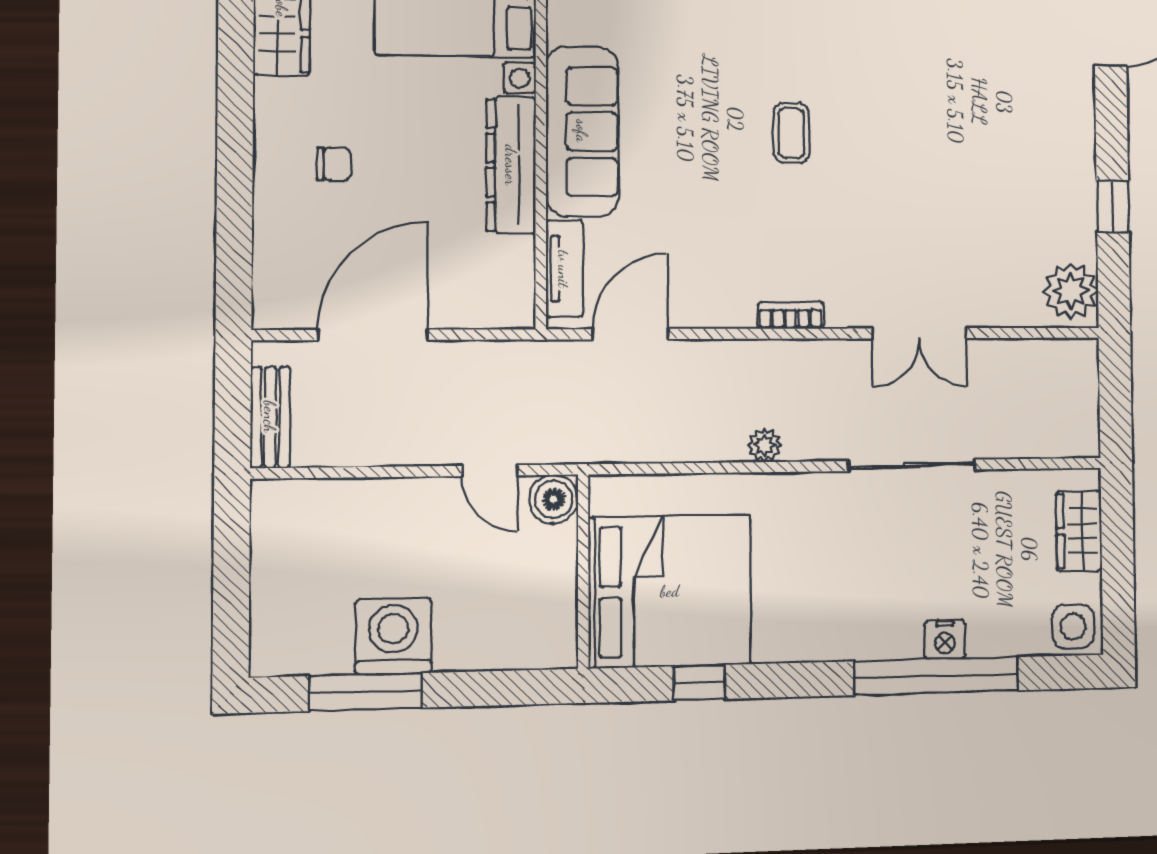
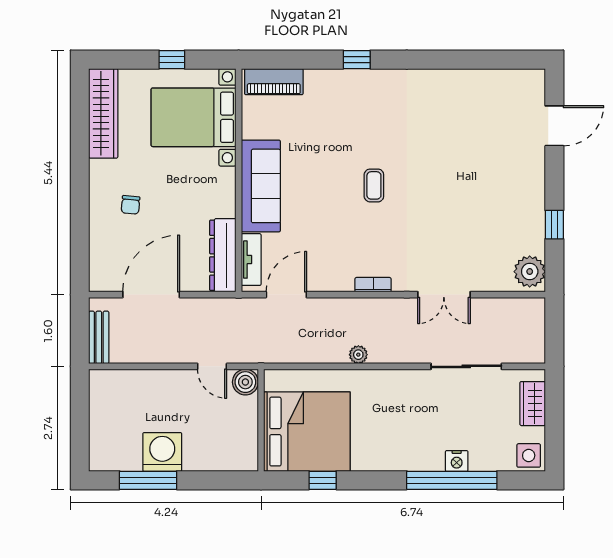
chair: (334, 164) -> (131, 205), turned 95
dresser: (511, 165) -> (223, 255), moved
sliding door: (912, 465) -> (466, 366), moved

